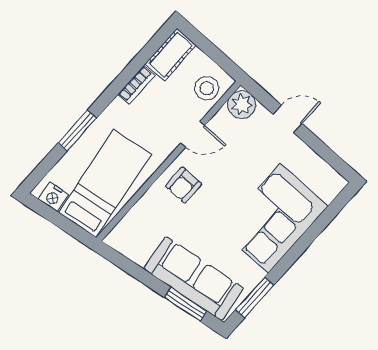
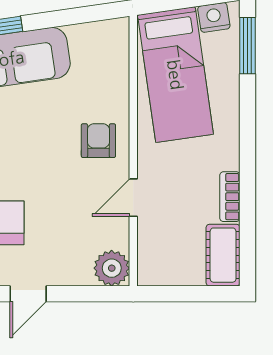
stool: (207, 88) -> (160, 254), removed
door: (288, 119) -> (28, 294), moved
window: (77, 130) -> (248, 46), moved

